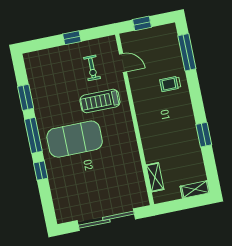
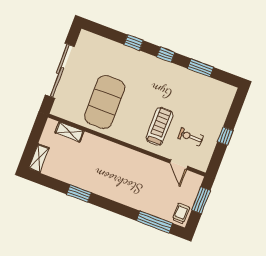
window: (142, 23) -> (201, 200), width x1.50
door: (123, 63) -> (179, 165), hinge flipped
trolley: (170, 84) -> (181, 214), moved
window: (33, 135) -> (166, 55), width x0.46
exercise mat: (75, 139) -> (105, 102), moved

